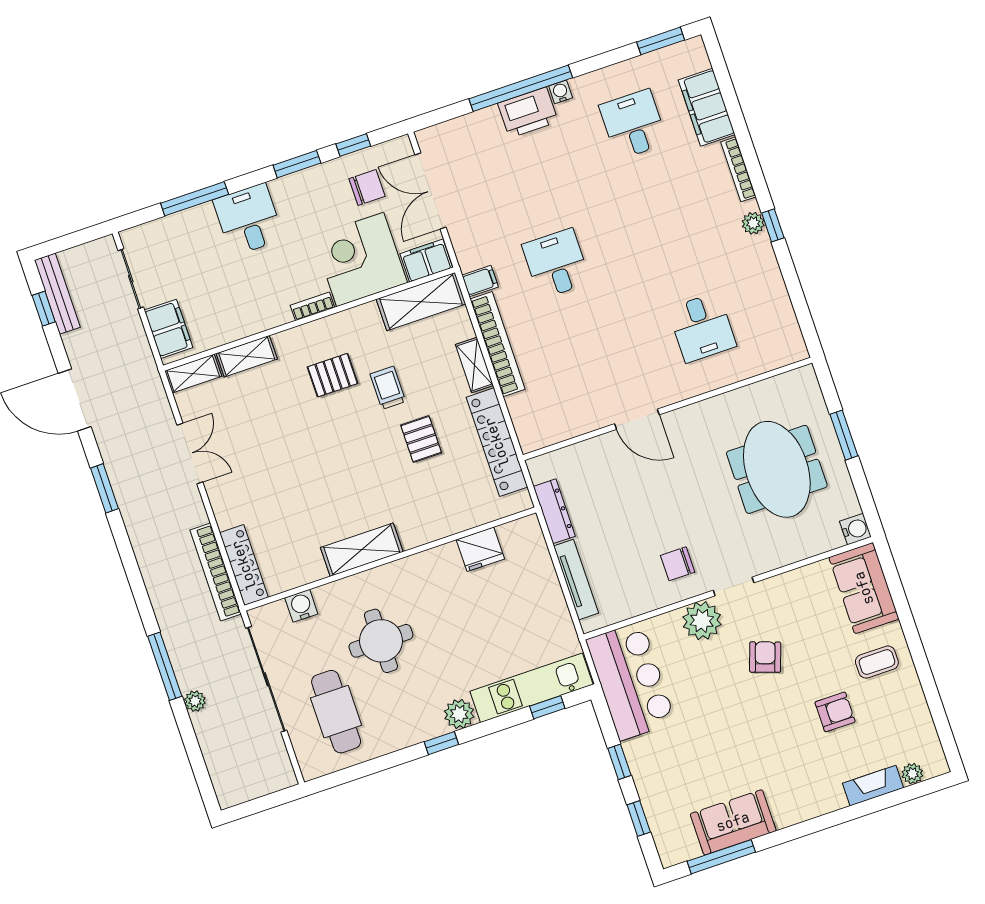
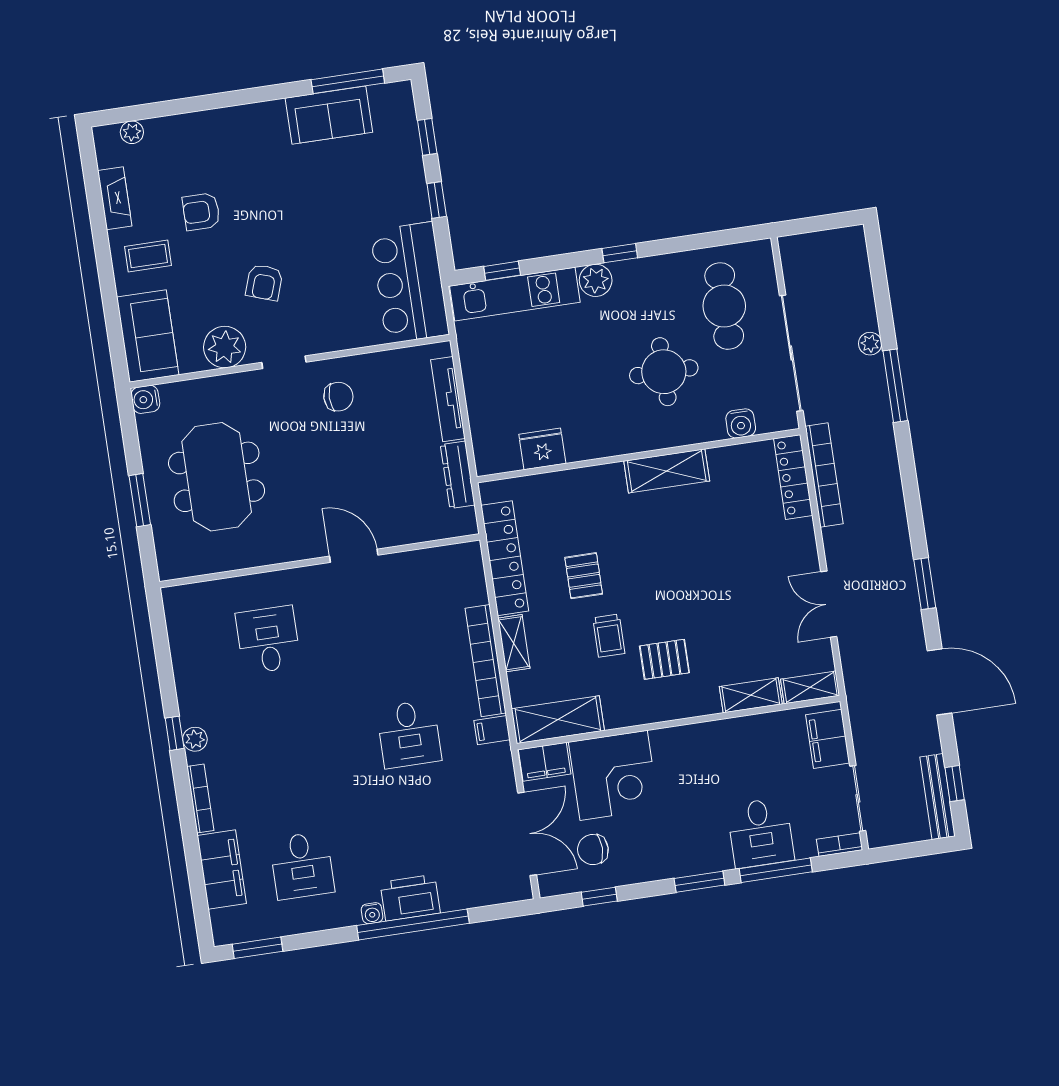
window: (297, 164) -> (699, 882), moved
desk: (249, 220) -> (760, 833), moved
bookcase: (312, 306) -> (840, 845), moved, turned 180
plant: (702, 621) -> (225, 347), moved
fireplace: (873, 786) -> (115, 198), moved, turned -90

